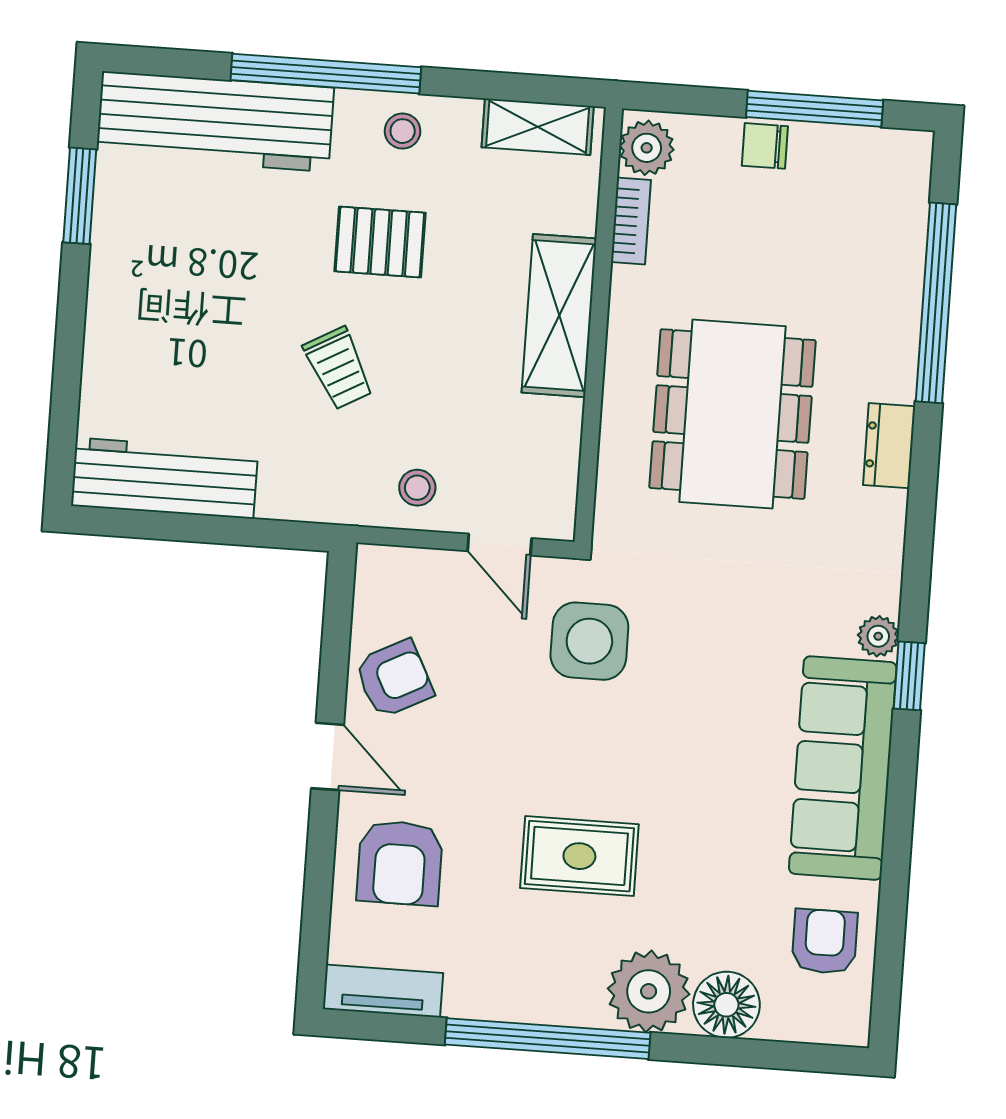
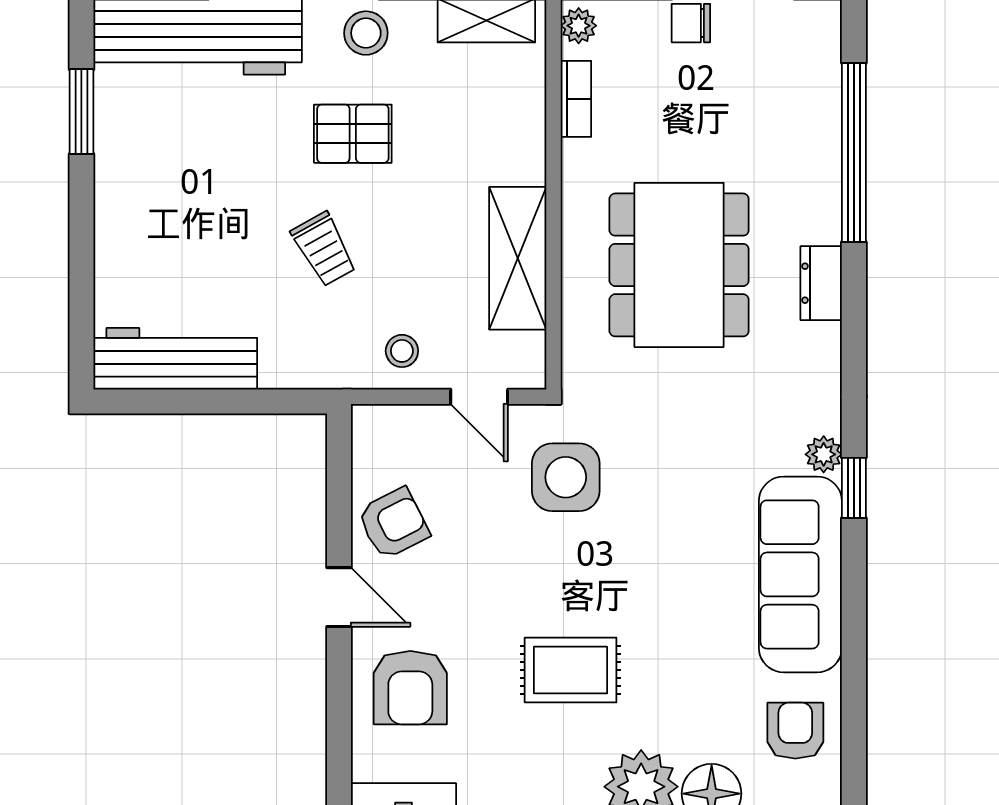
stool: (403, 131) -> (366, 33), width x1.37, depth x1.37
plant: (647, 148) -> (579, 26), width x0.73, depth x0.73
shelving: (559, 316) -> (518, 258), moved

